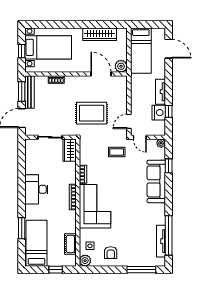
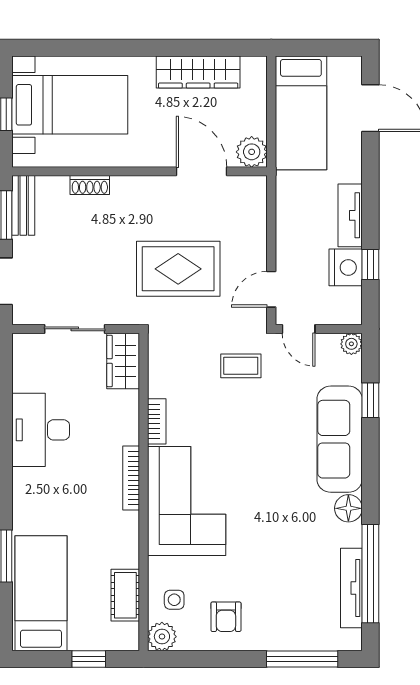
bench: (29, 92) -> (23, 205), width x0.73
desk: (36, 189) -> (41, 430), moved
floor lamp: (160, 209) -> (348, 508), added

